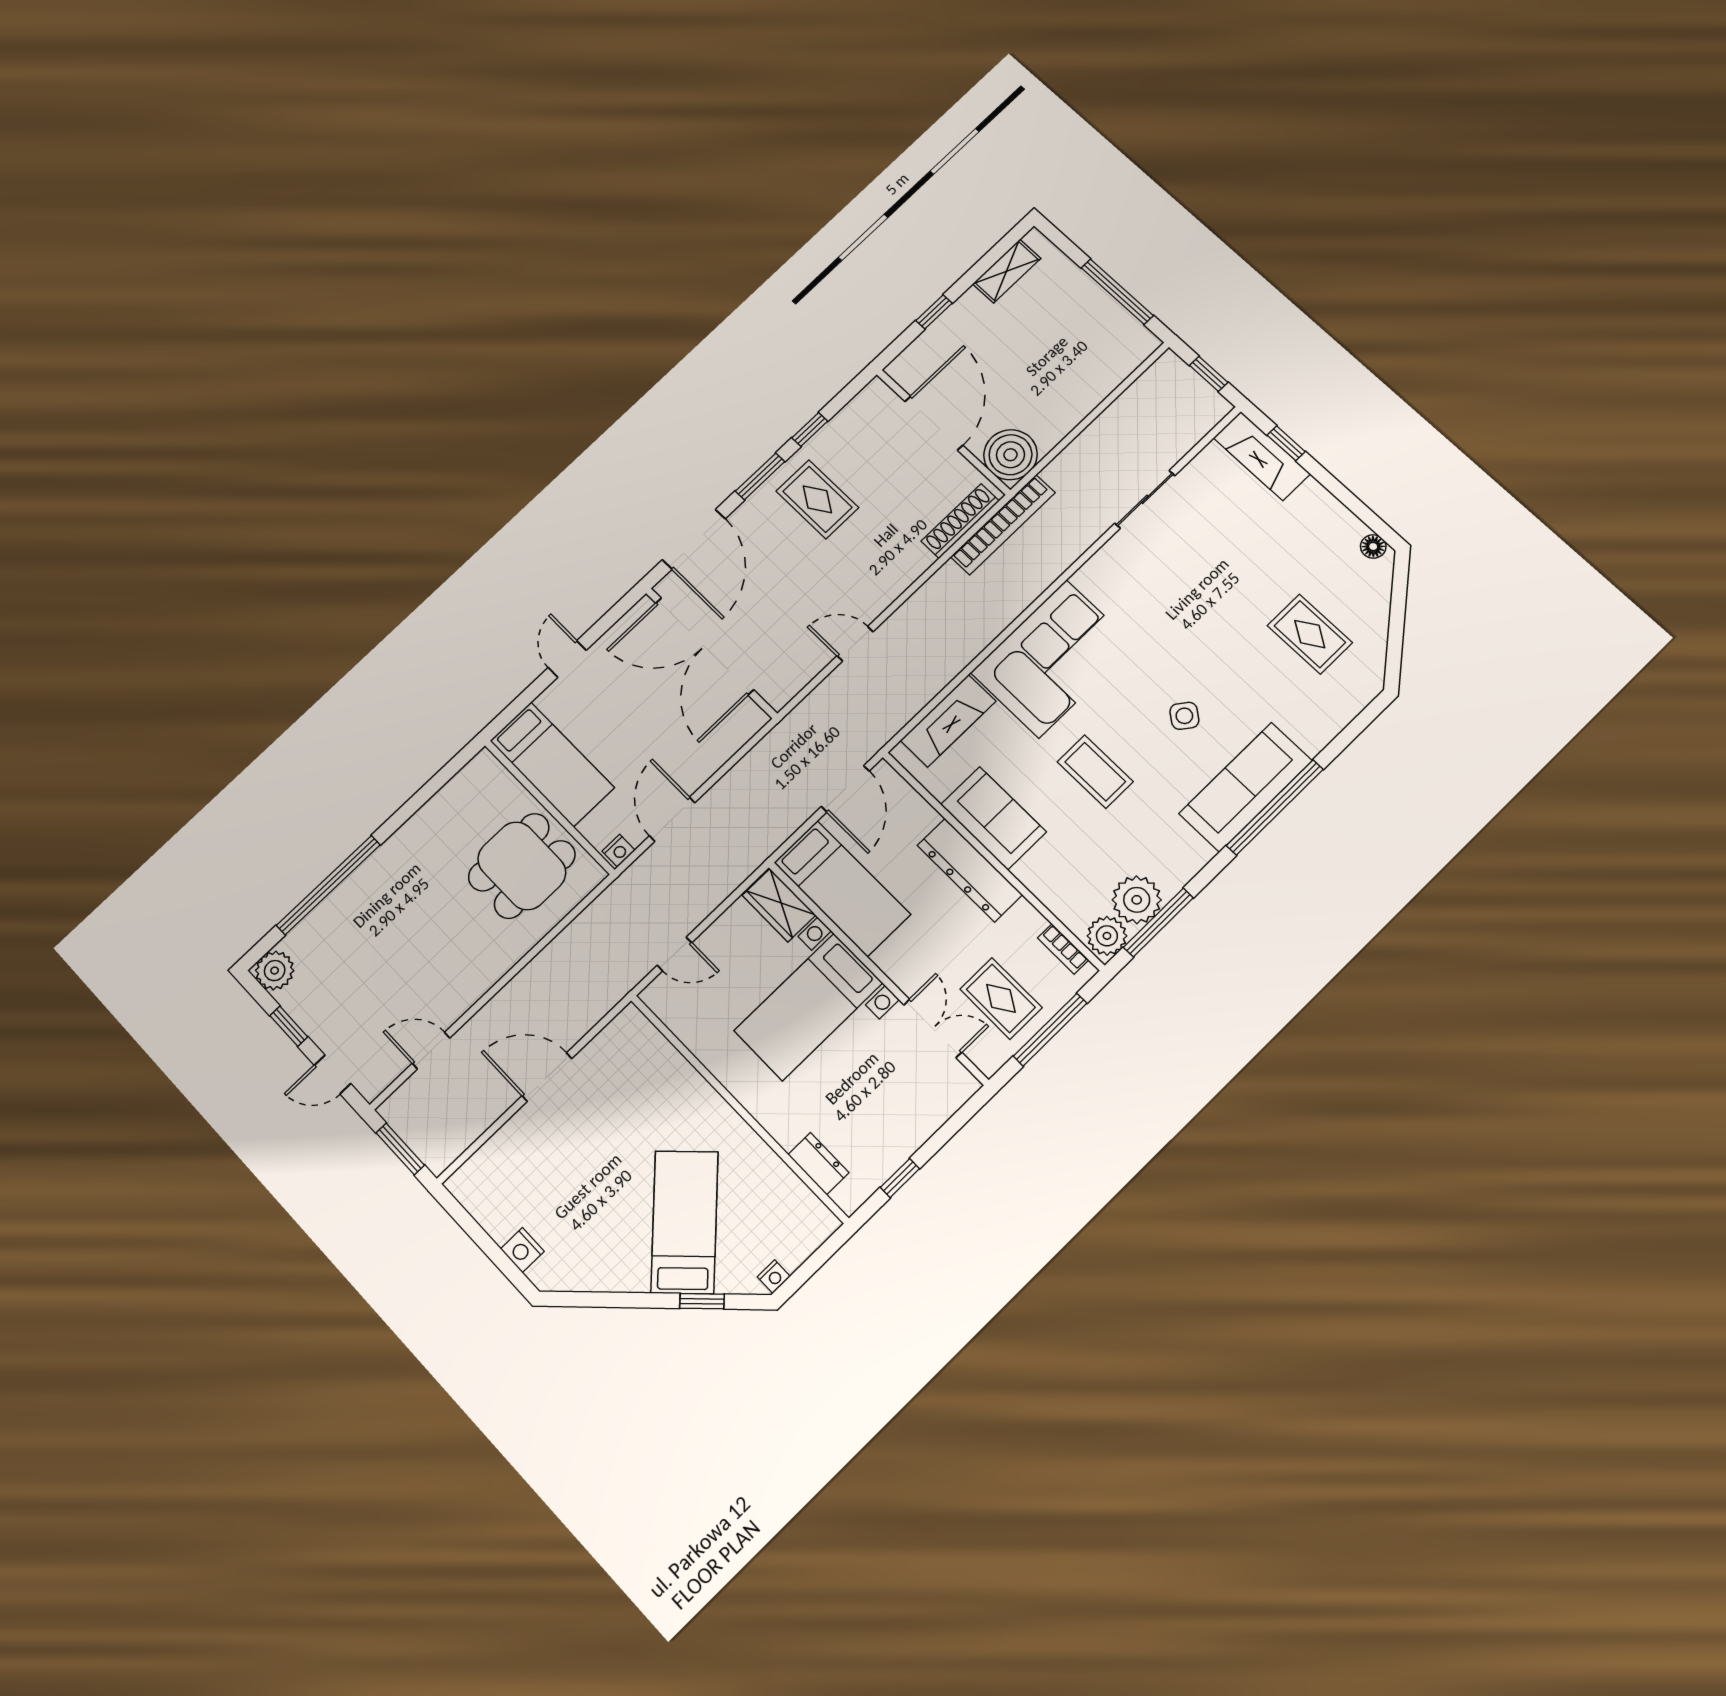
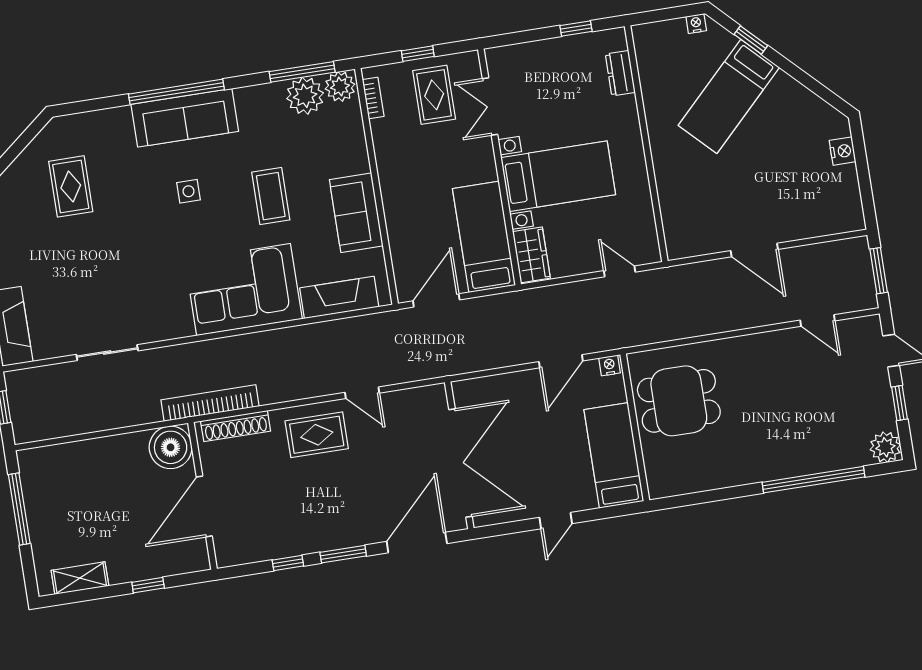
rug: (817, 499) -> (317, 435), moved, turned 90
side table: (1184, 716) -> (188, 191), turned -37
dresser: (970, 870) -> (395, 190), removed
window: (1050, 1030) -> (418, 54), width x0.46

